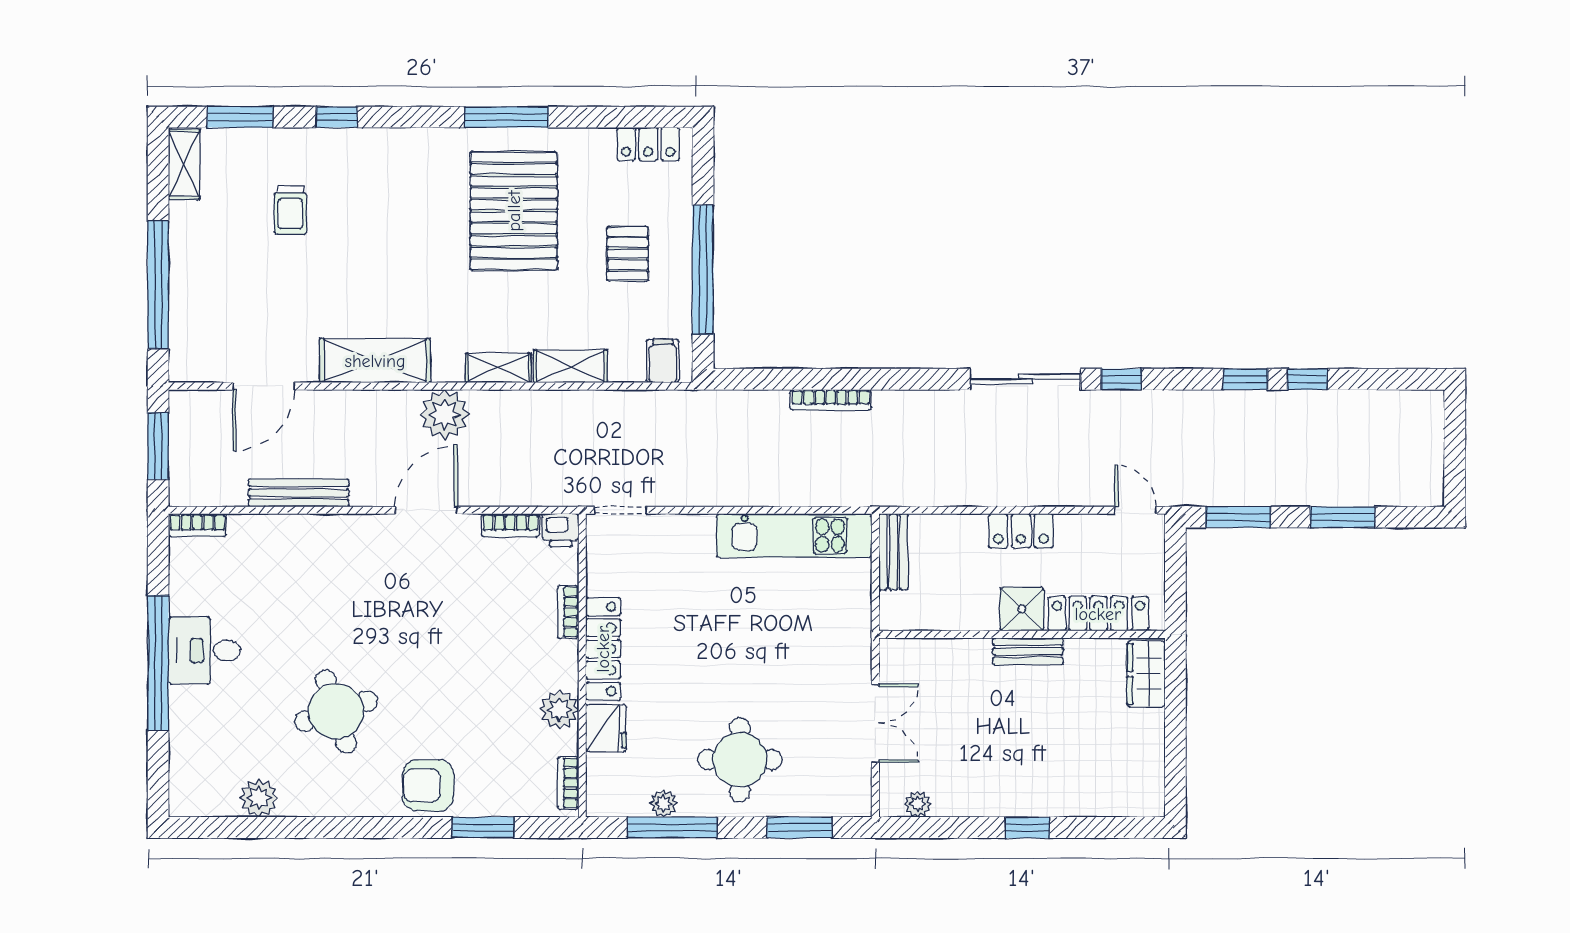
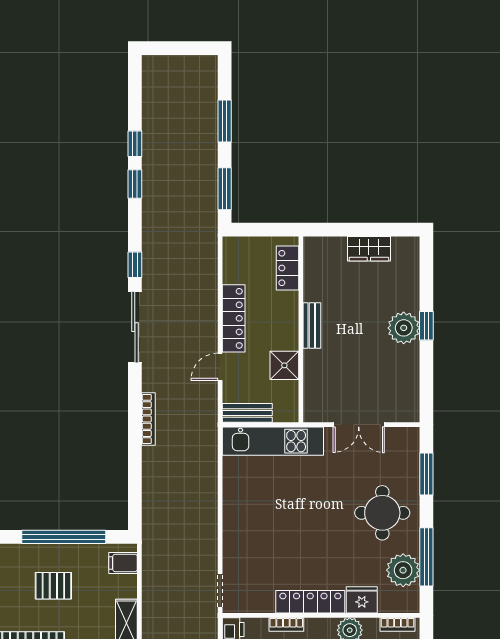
bookcase: (831, 400) -> (148, 419), moved
door: (1135, 510) -> (220, 367), moved
locker: (1021, 531) -> (234, 318), width x1.53
kitchen unit: (794, 536) -> (273, 441), moved, turned 90
shower: (1022, 609) -> (284, 365), moved
locker: (1098, 614) -> (287, 268), width x0.66
wardrobe: (1146, 674) -> (369, 249), moved
double door: (875, 723) -> (359, 425), swing flipped
plant: (664, 803) -> (403, 570), width x1.87, depth x1.87
plant: (918, 804) -> (404, 328), moved, width x1.88, depth x1.88

